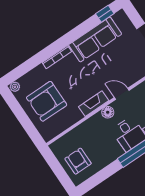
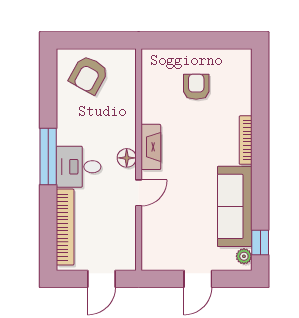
plant: (15, 87) -> (244, 256), moved
armchair: (47, 101) -> (196, 87), width x0.53, depth x0.53
armchair: (78, 161) -> (89, 75), turned 119

